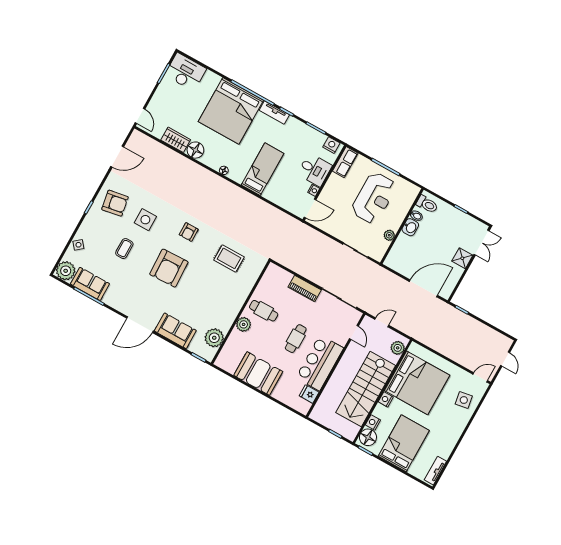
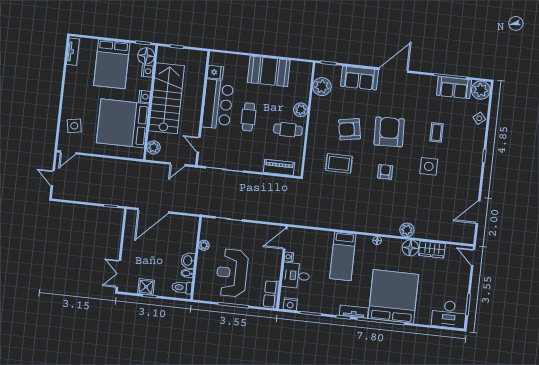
plant: (191, 168) -> (407, 230), added
armchair: (115, 203) -> (350, 129), moved
shower: (462, 258) -> (146, 287), moved
piano: (305, 288) -> (279, 167), moved

